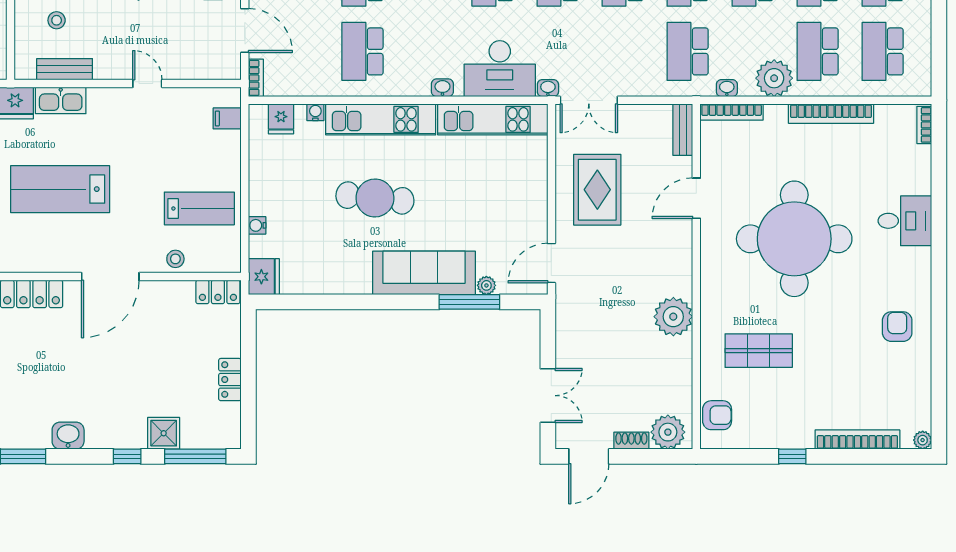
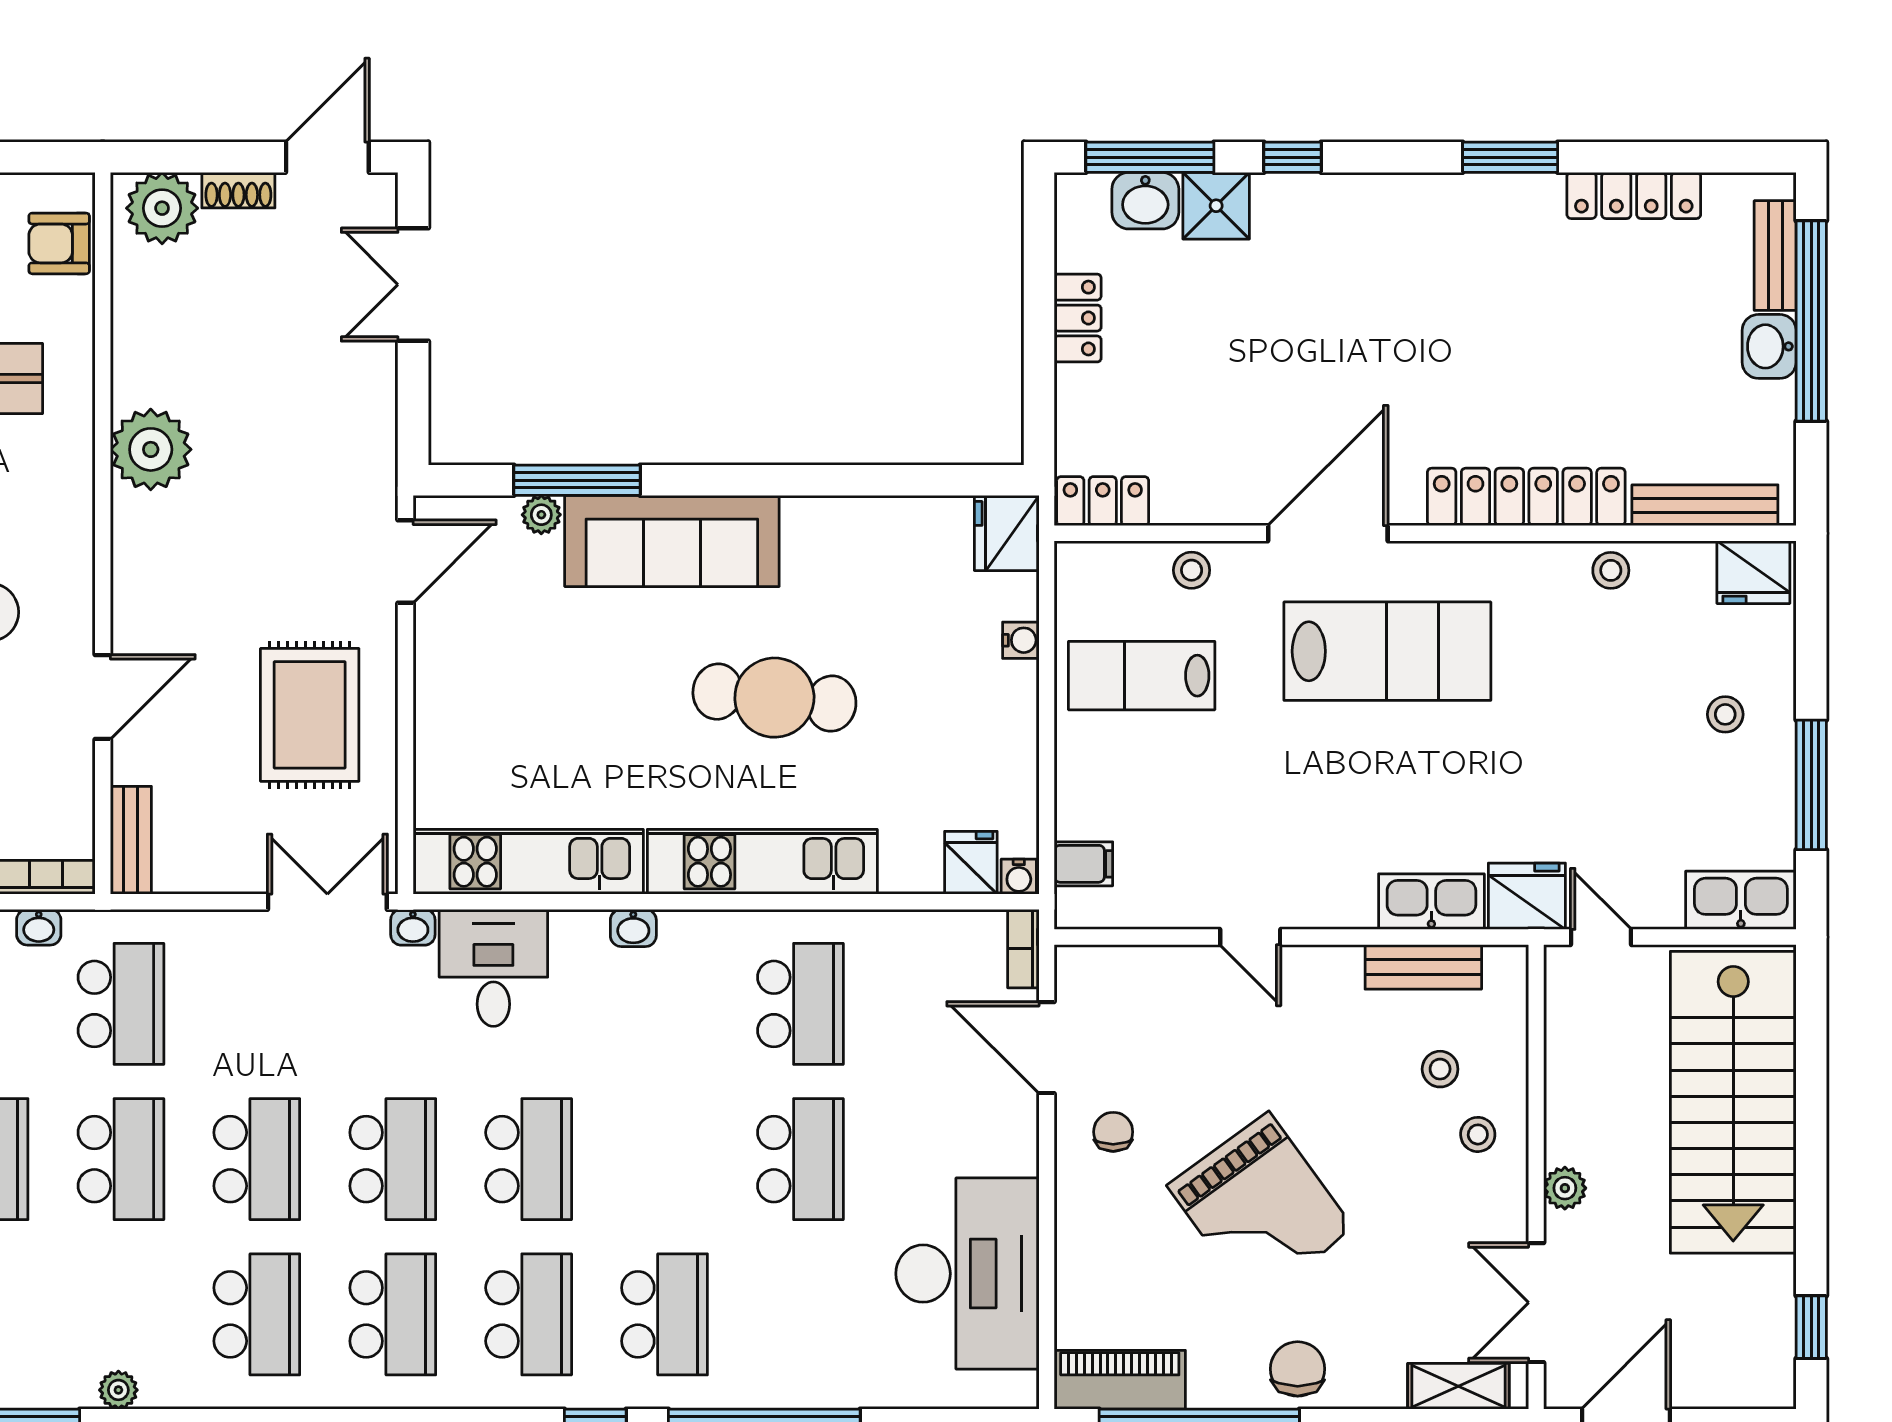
desk: (500, 69) -> (493, 968), width x0.73
water cooler: (315, 112) -> (1019, 877), moved
lab bench: (60, 189) -> (1387, 651), moved
washbasin: (68, 436) -> (1145, 201), moved

